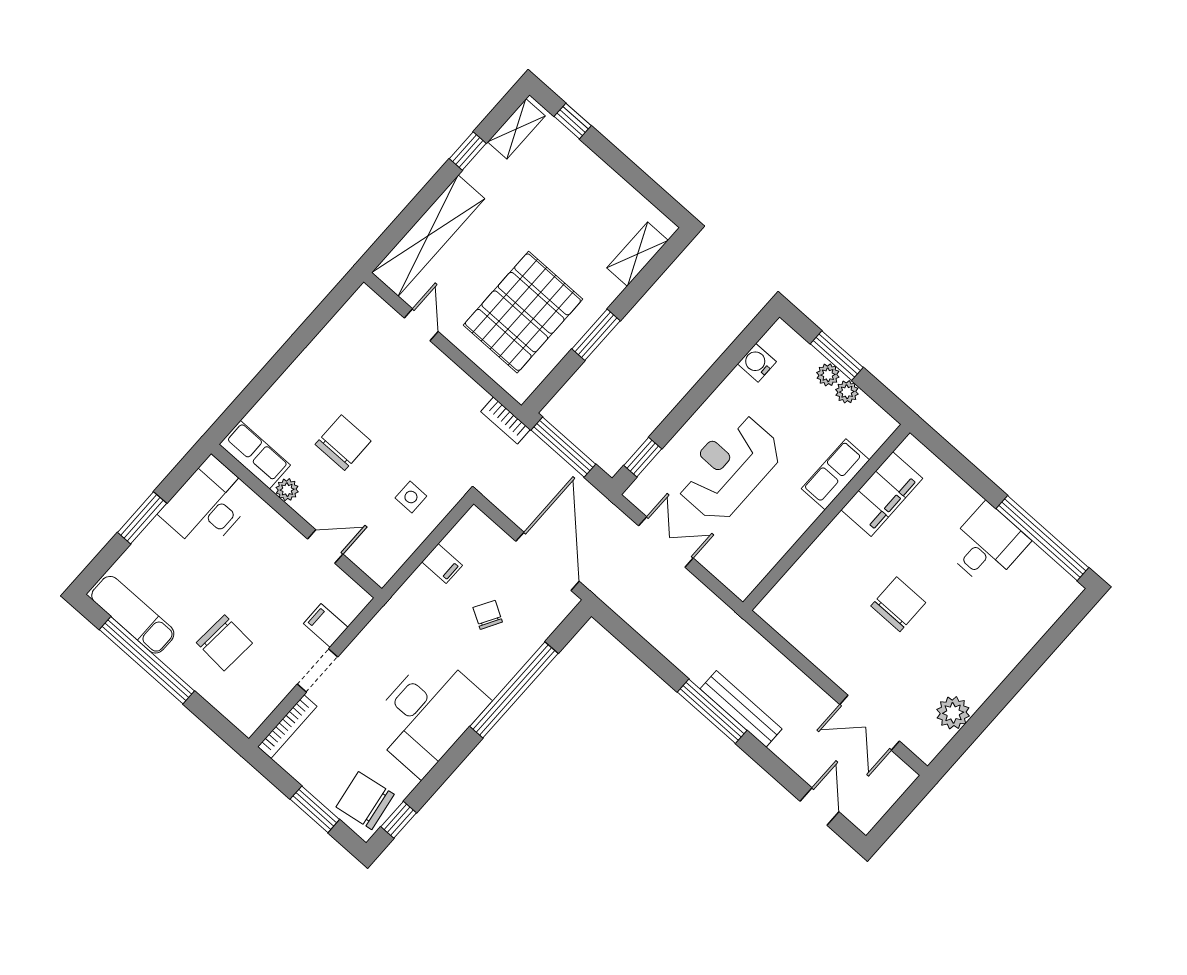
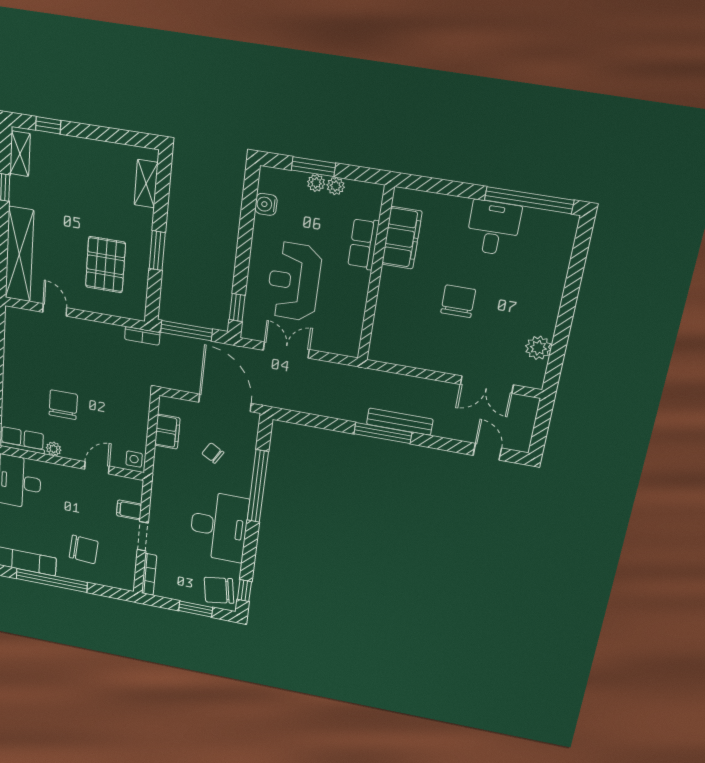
pallet: (523, 312) -> (105, 265), width x0.73, depth x0.71
side table: (411, 497) -> (134, 459), moved
filing cabinet: (442, 564) -> (167, 432), width x2.00

